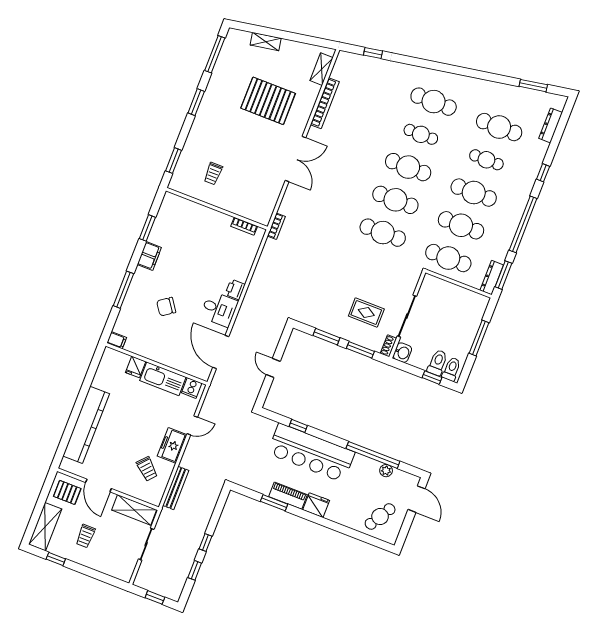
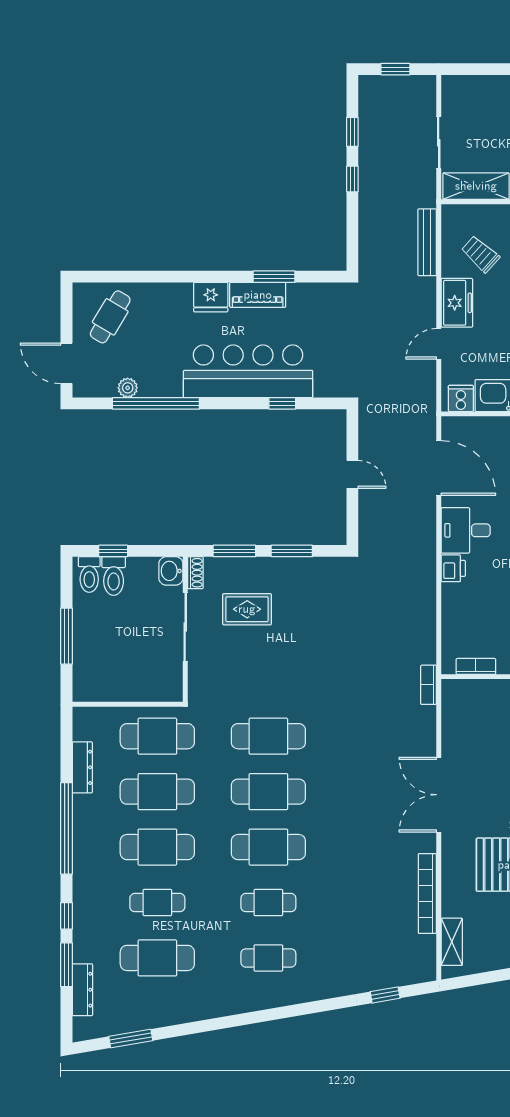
cafe table: (434, 102) -> (268, 958), width x0.73, depth x0.74
window: (503, 275) -> (66, 965), moved
dresser: (492, 278) -> (82, 767), moved

